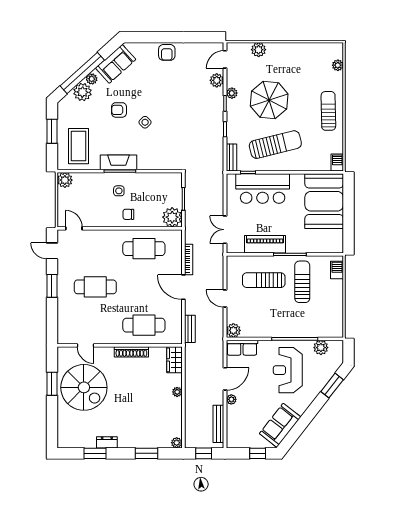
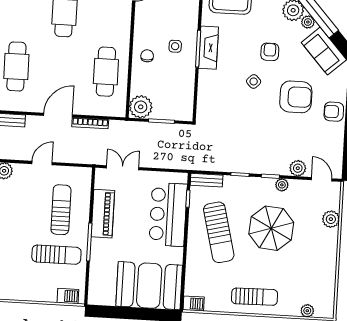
armchair: (156, 85) -> (296, 97), added

